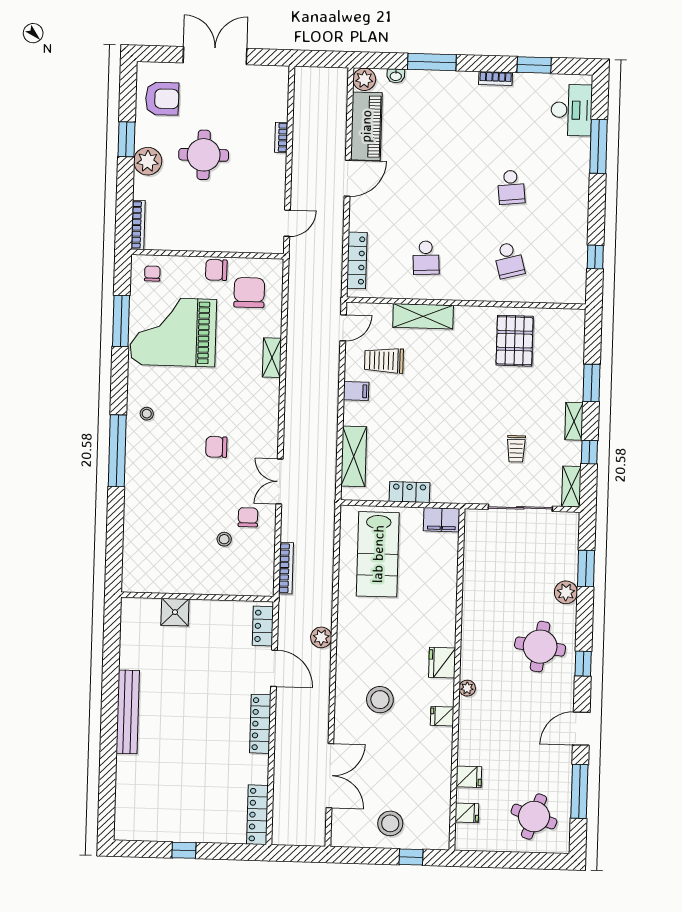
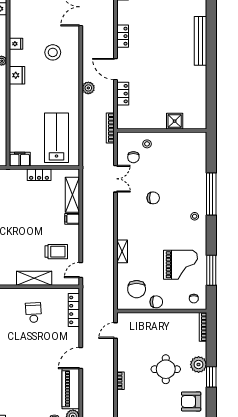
grand piano: (173, 332) -> (181, 265), width x0.73, depth x0.68
filing cabinet: (356, 391) -> (72, 219), moved
wall: (197, 597) -> (162, 130), moved
shower: (175, 612) -> (175, 121), moved
locker: (260, 724) -> (123, 36), width x0.66

